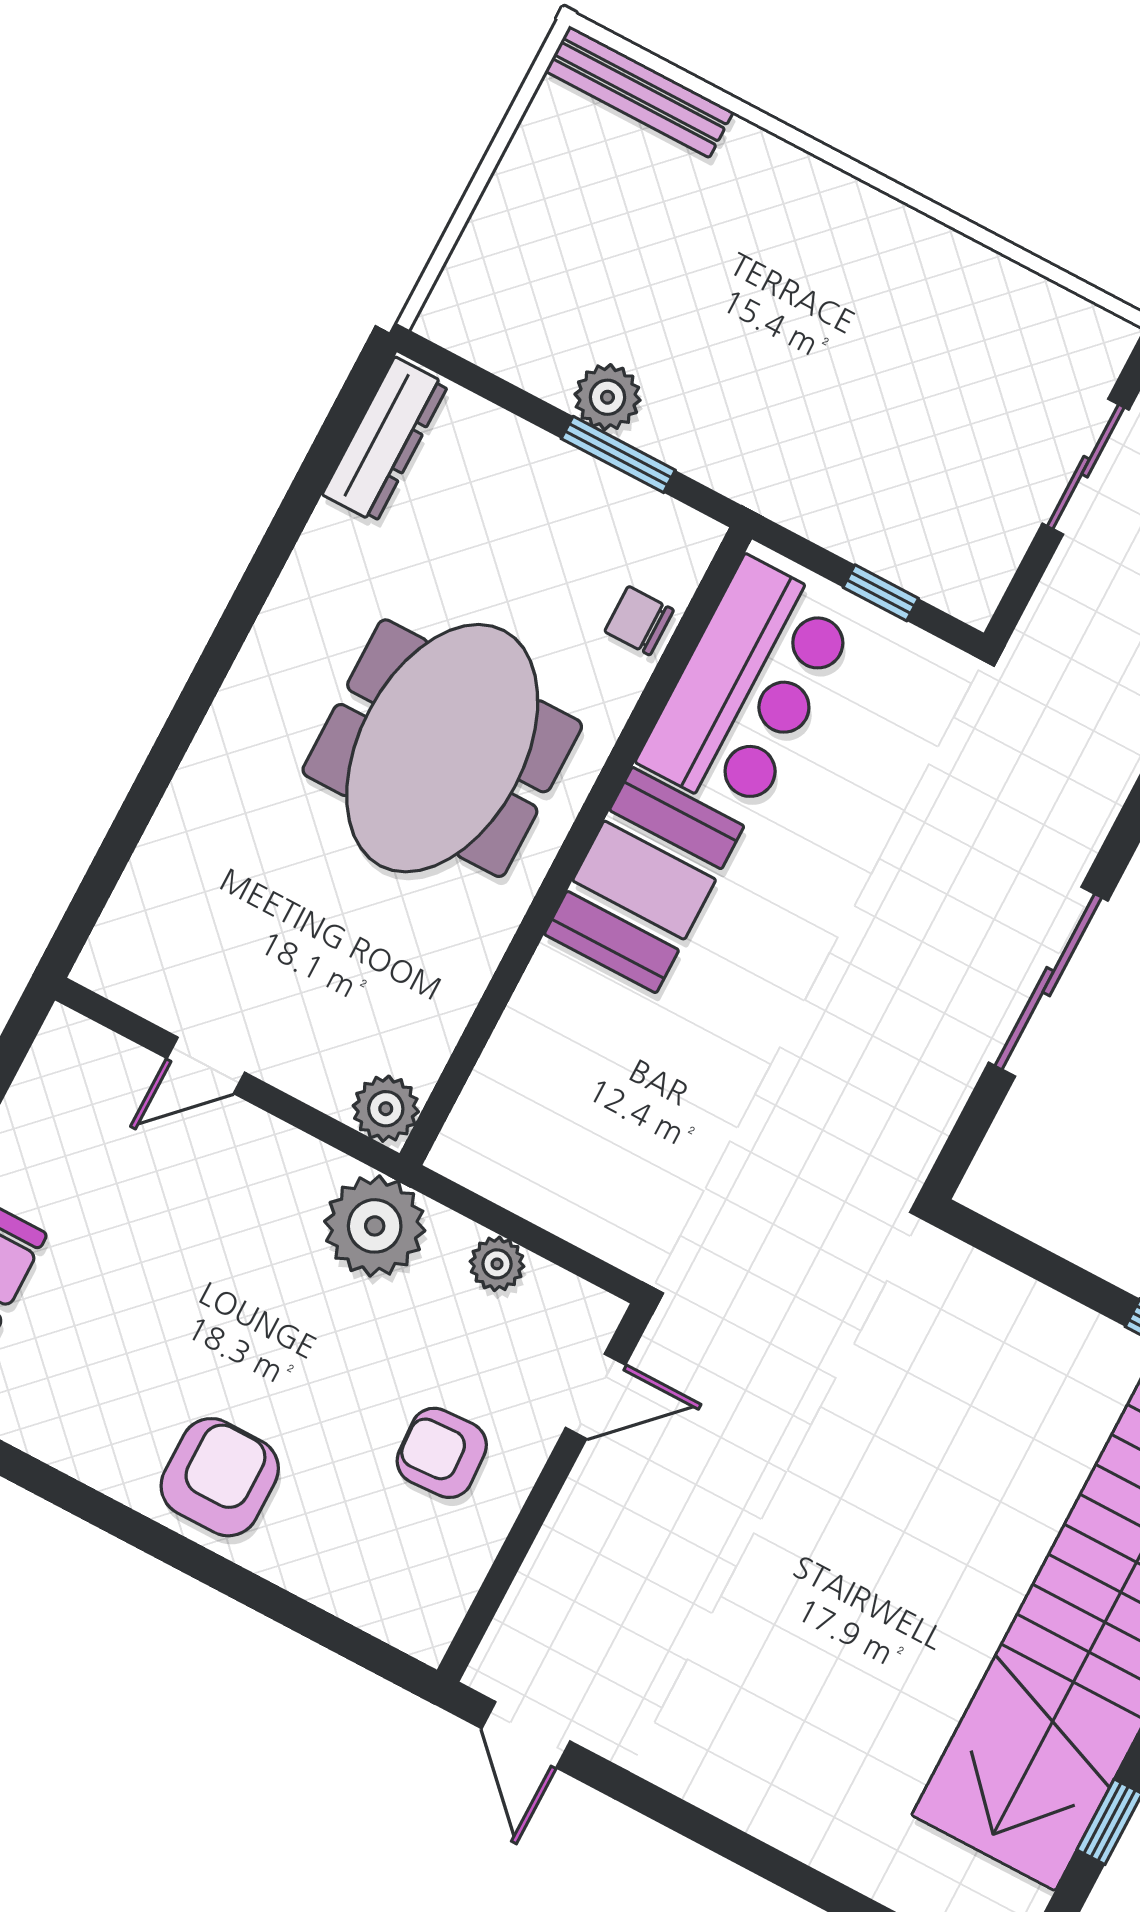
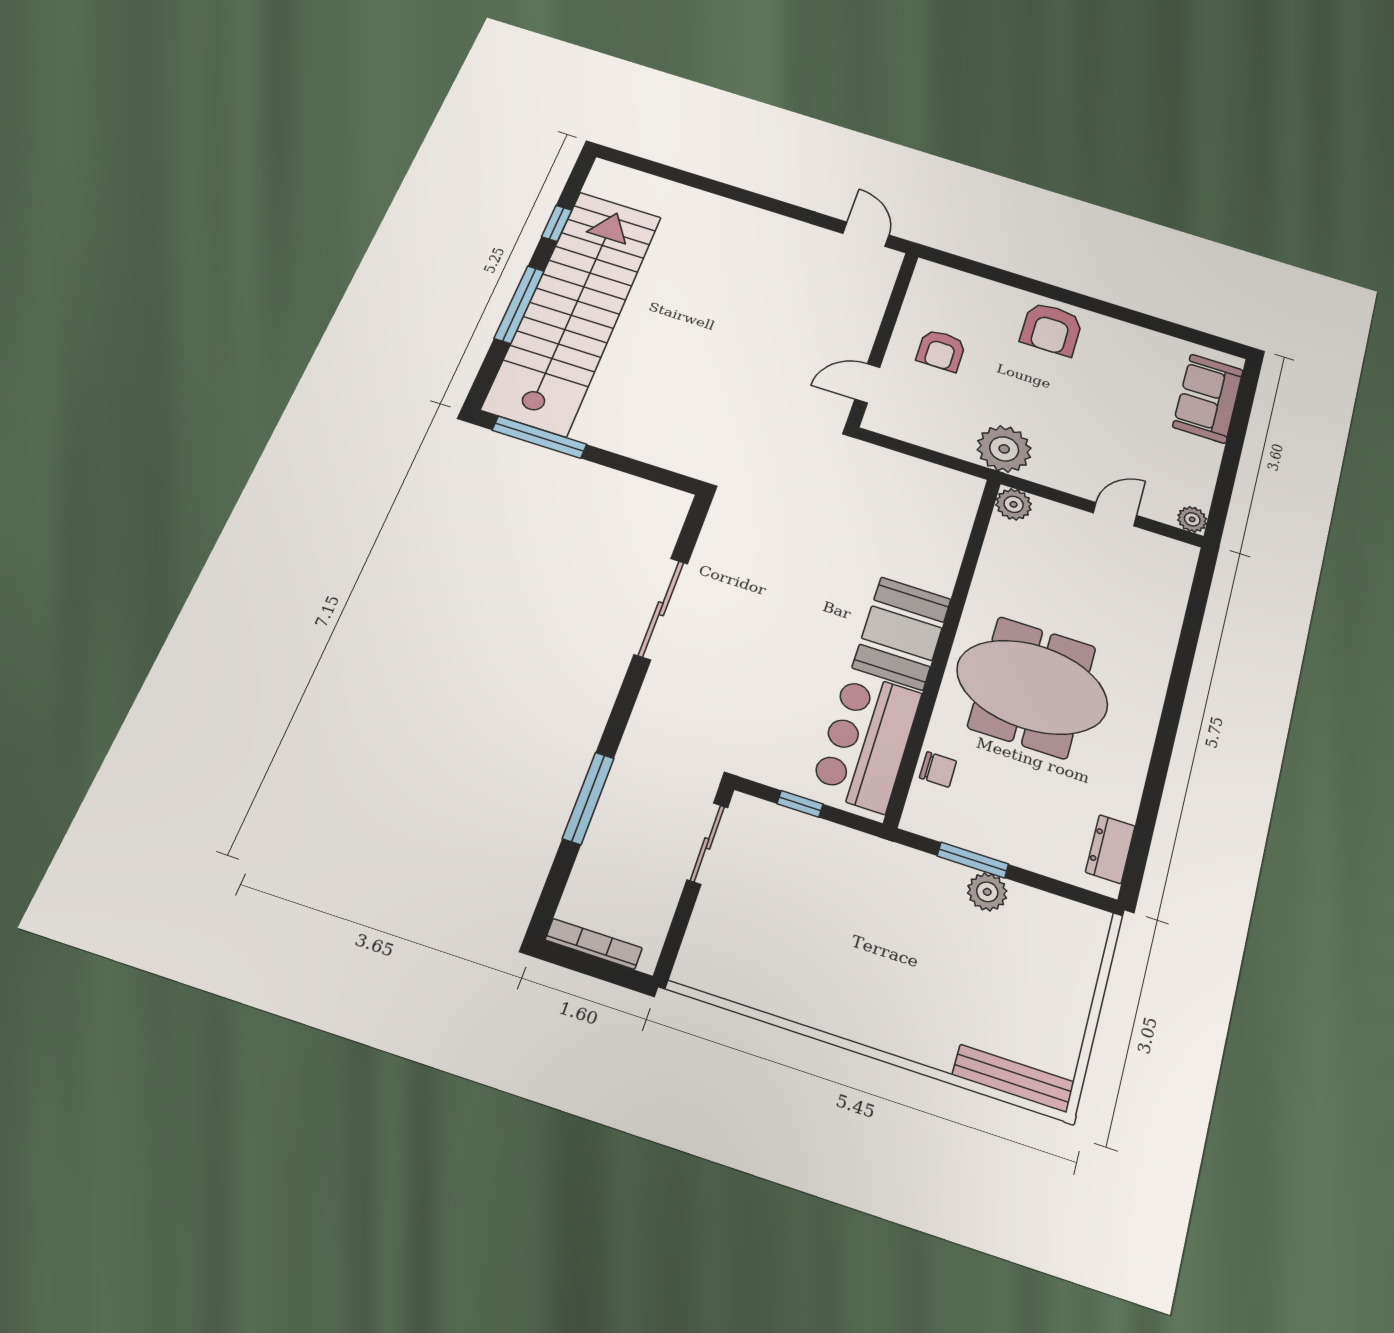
dresser: (385, 440) -> (1110, 849), width x0.70
sliding door: (1086, 467) -> (707, 844), moved
meeting table: (442, 748) -> (1032, 687), turned 90
plant: (497, 1264) -> (1192, 519), moved
armchair: (442, 1453) -> (941, 350), turned 93

